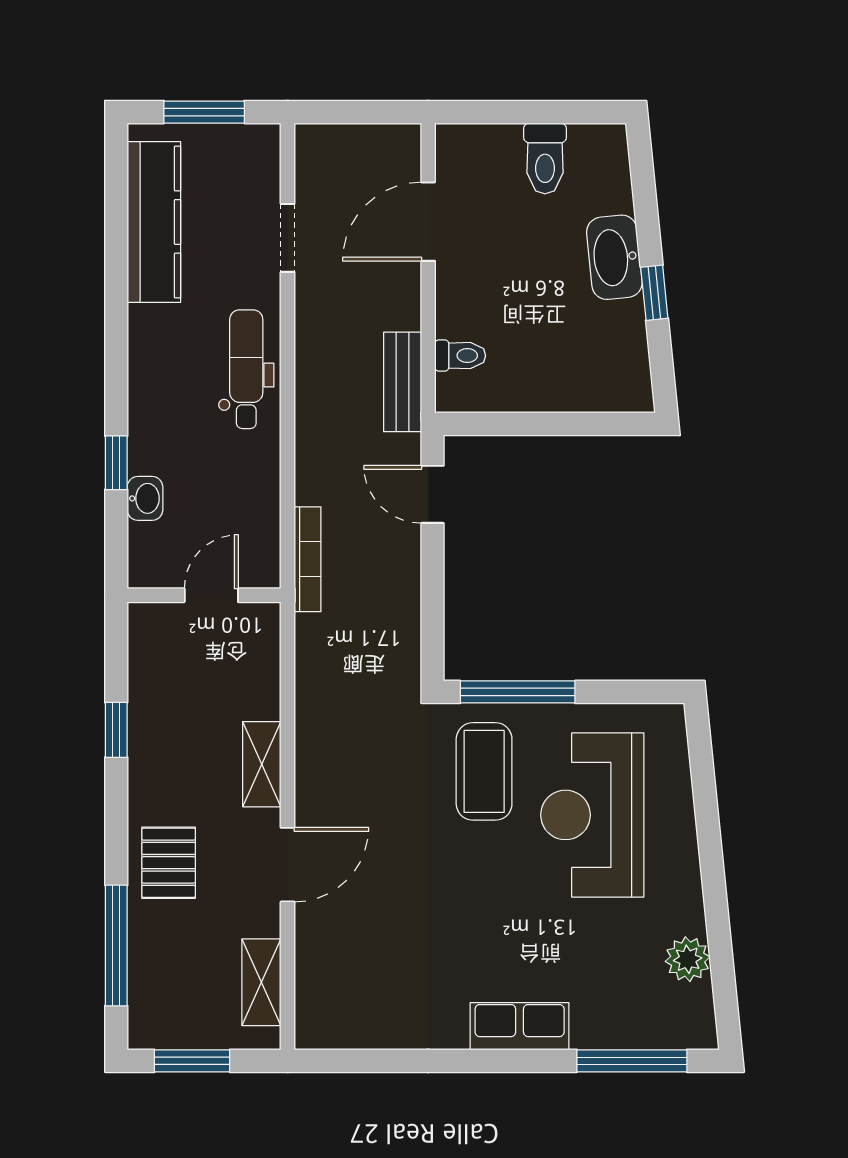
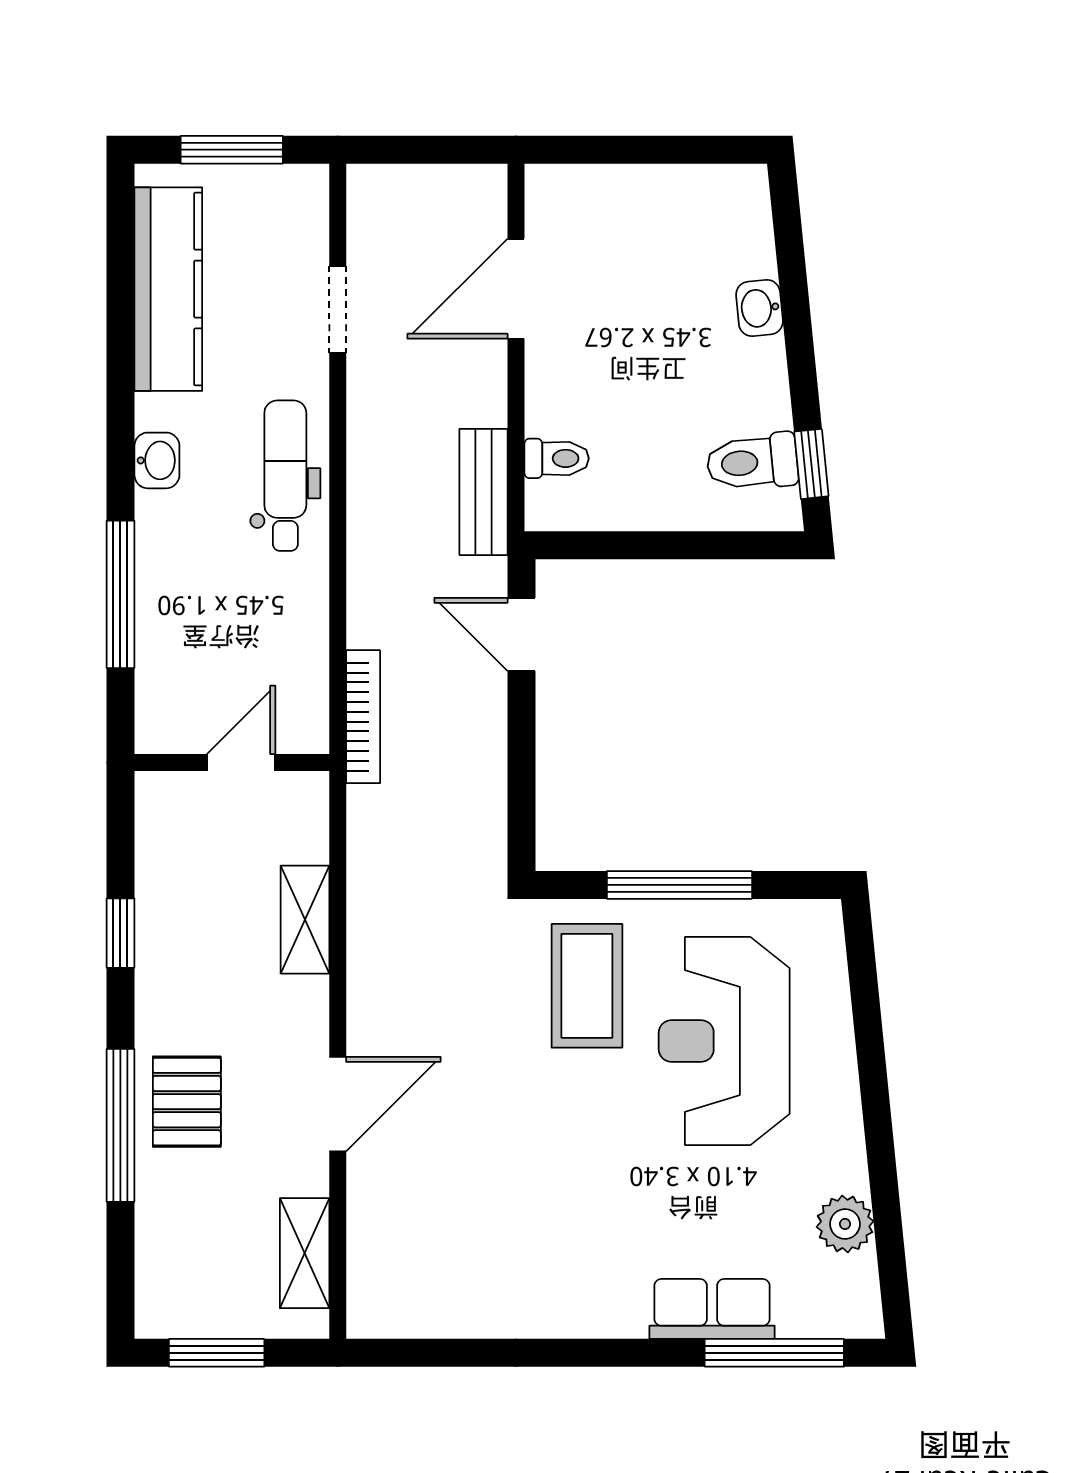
toilet: (545, 158) -> (752, 462), moved, turned 84
washbasin: (614, 257) -> (759, 308), width x0.52, depth x0.69
window: (654, 293) -> (811, 464), moved
window: (116, 463) -> (120, 594), width x2.17
washbasin: (145, 498) -> (157, 460), moved
window: (518, 692) -> (679, 885), moved
shelving: (262, 764) -> (305, 920), moved
window: (116, 945) -> (120, 1125), moved
row of seats: (520, 1026) -> (712, 1309), moved

